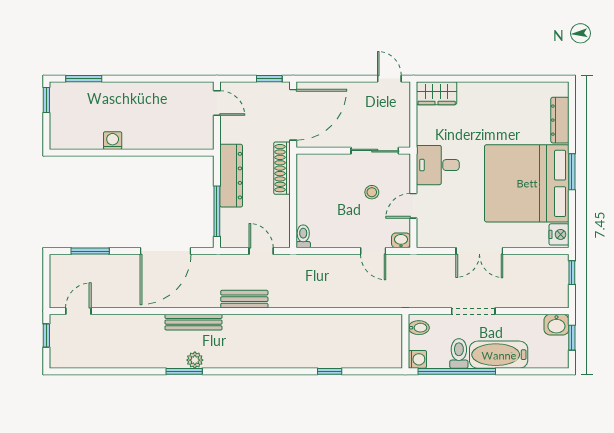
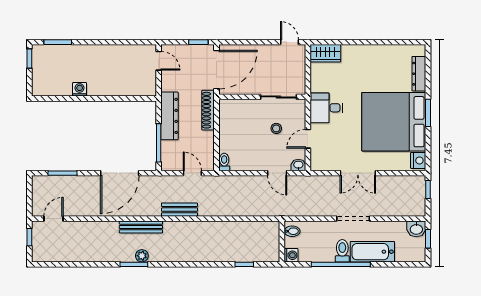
bidet: (419, 328) -> (292, 231), moved
wall: (405, 341) -> (282, 242), moved
washing machine: (417, 359) -> (291, 255), moved

